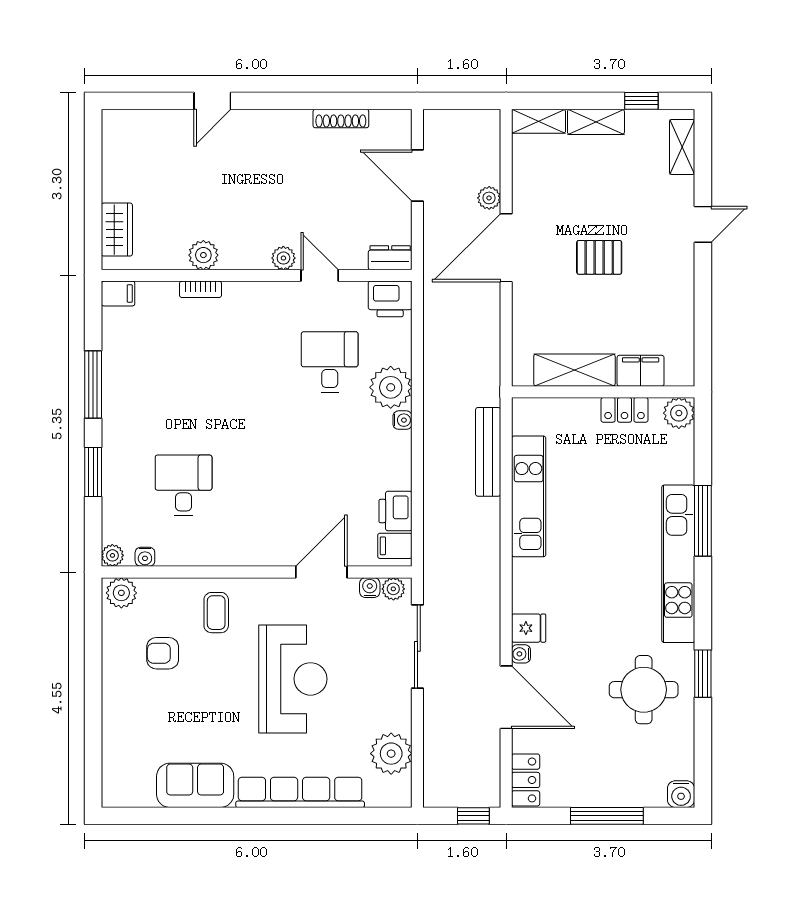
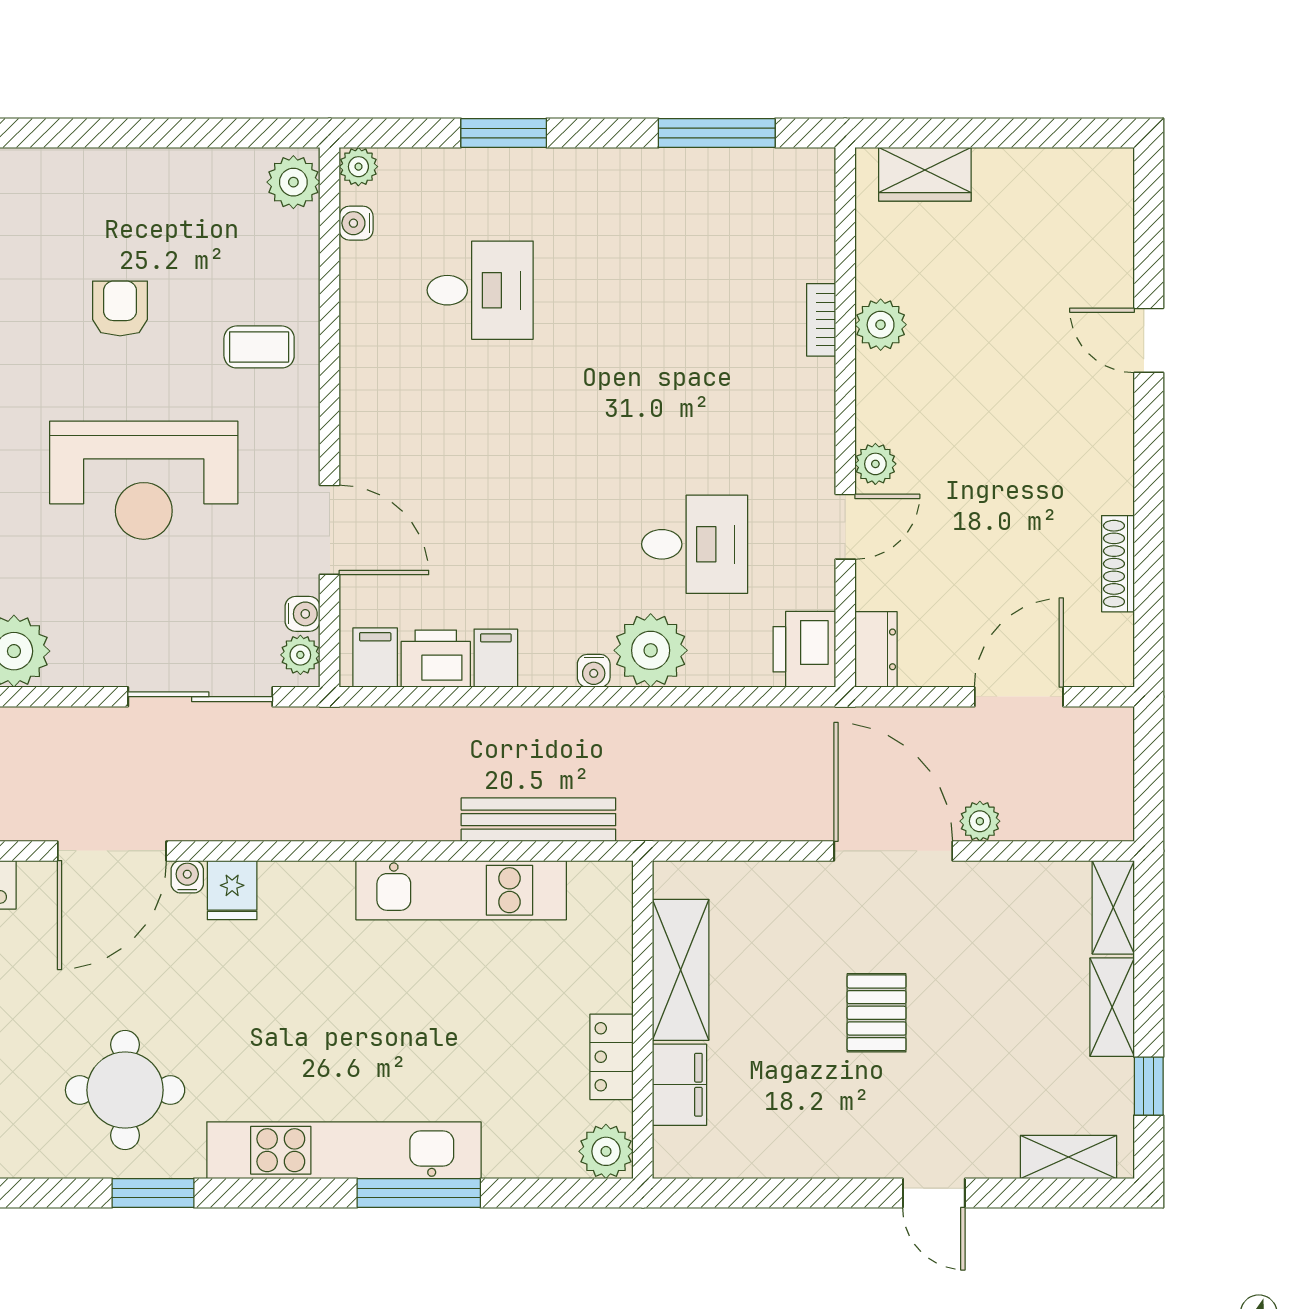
filing cabinet: (118, 293) -> (496, 658), moved, turned 180
window: (93, 385) -> (717, 133), moved
armchair: (163, 653) -> (120, 309), moved

